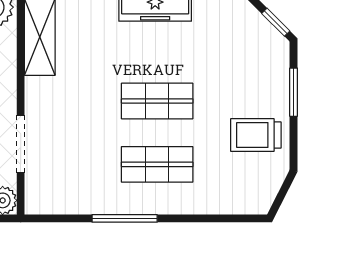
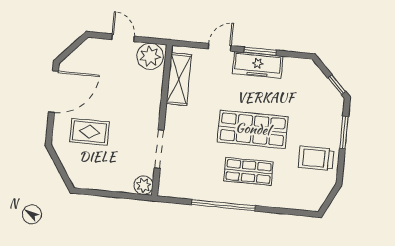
shop shelf: (157, 101) -> (253, 129), width x1.43, depth x1.36
window: (125, 218) -> (223, 205), width x1.46

